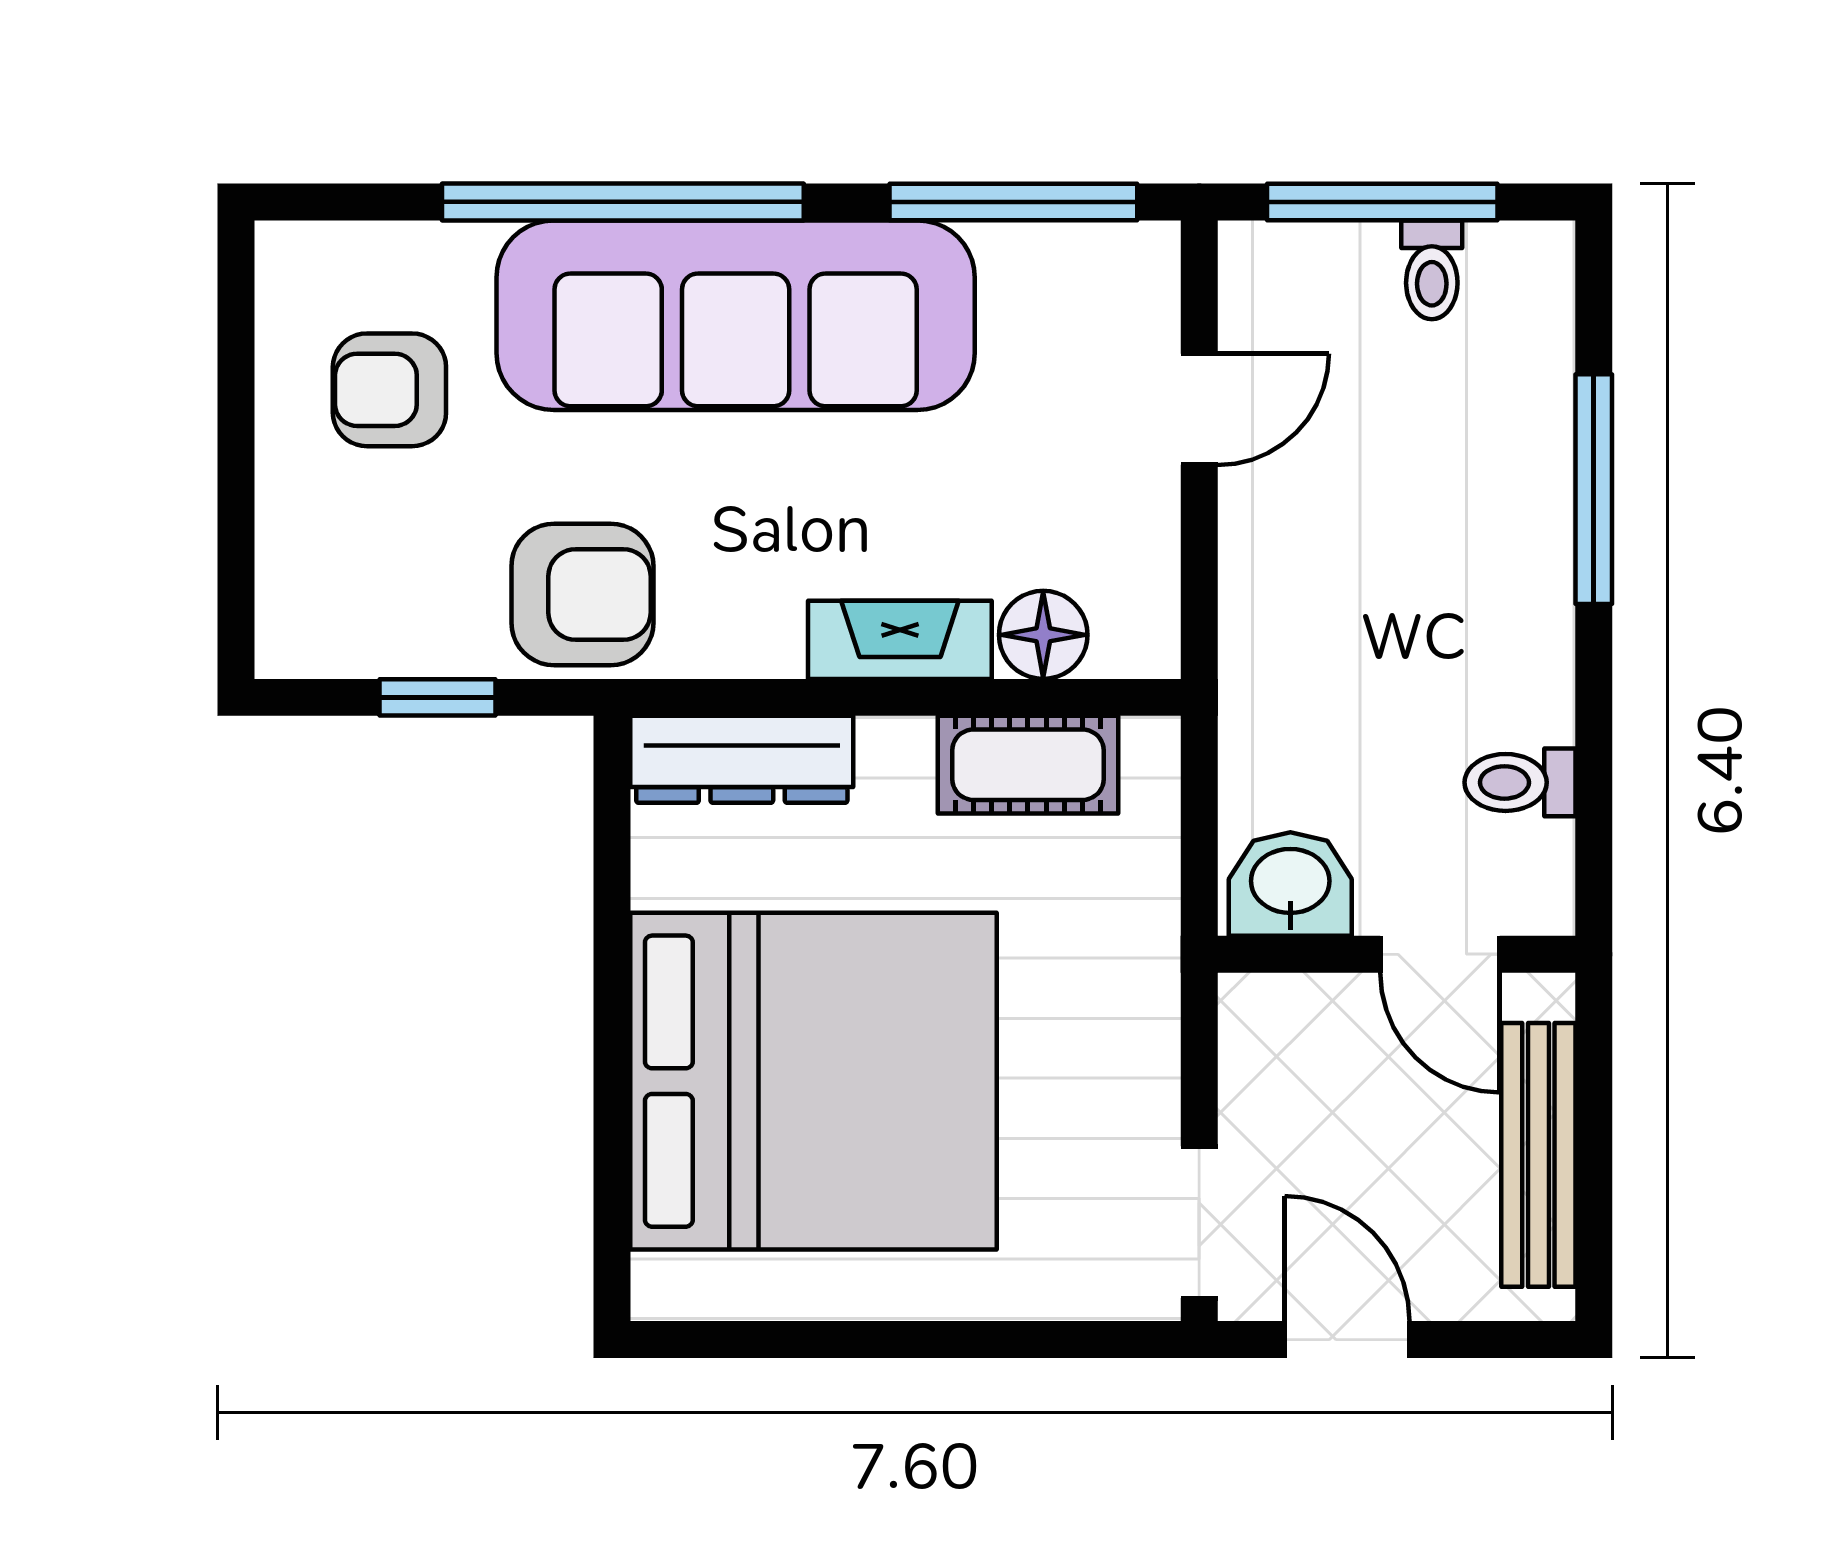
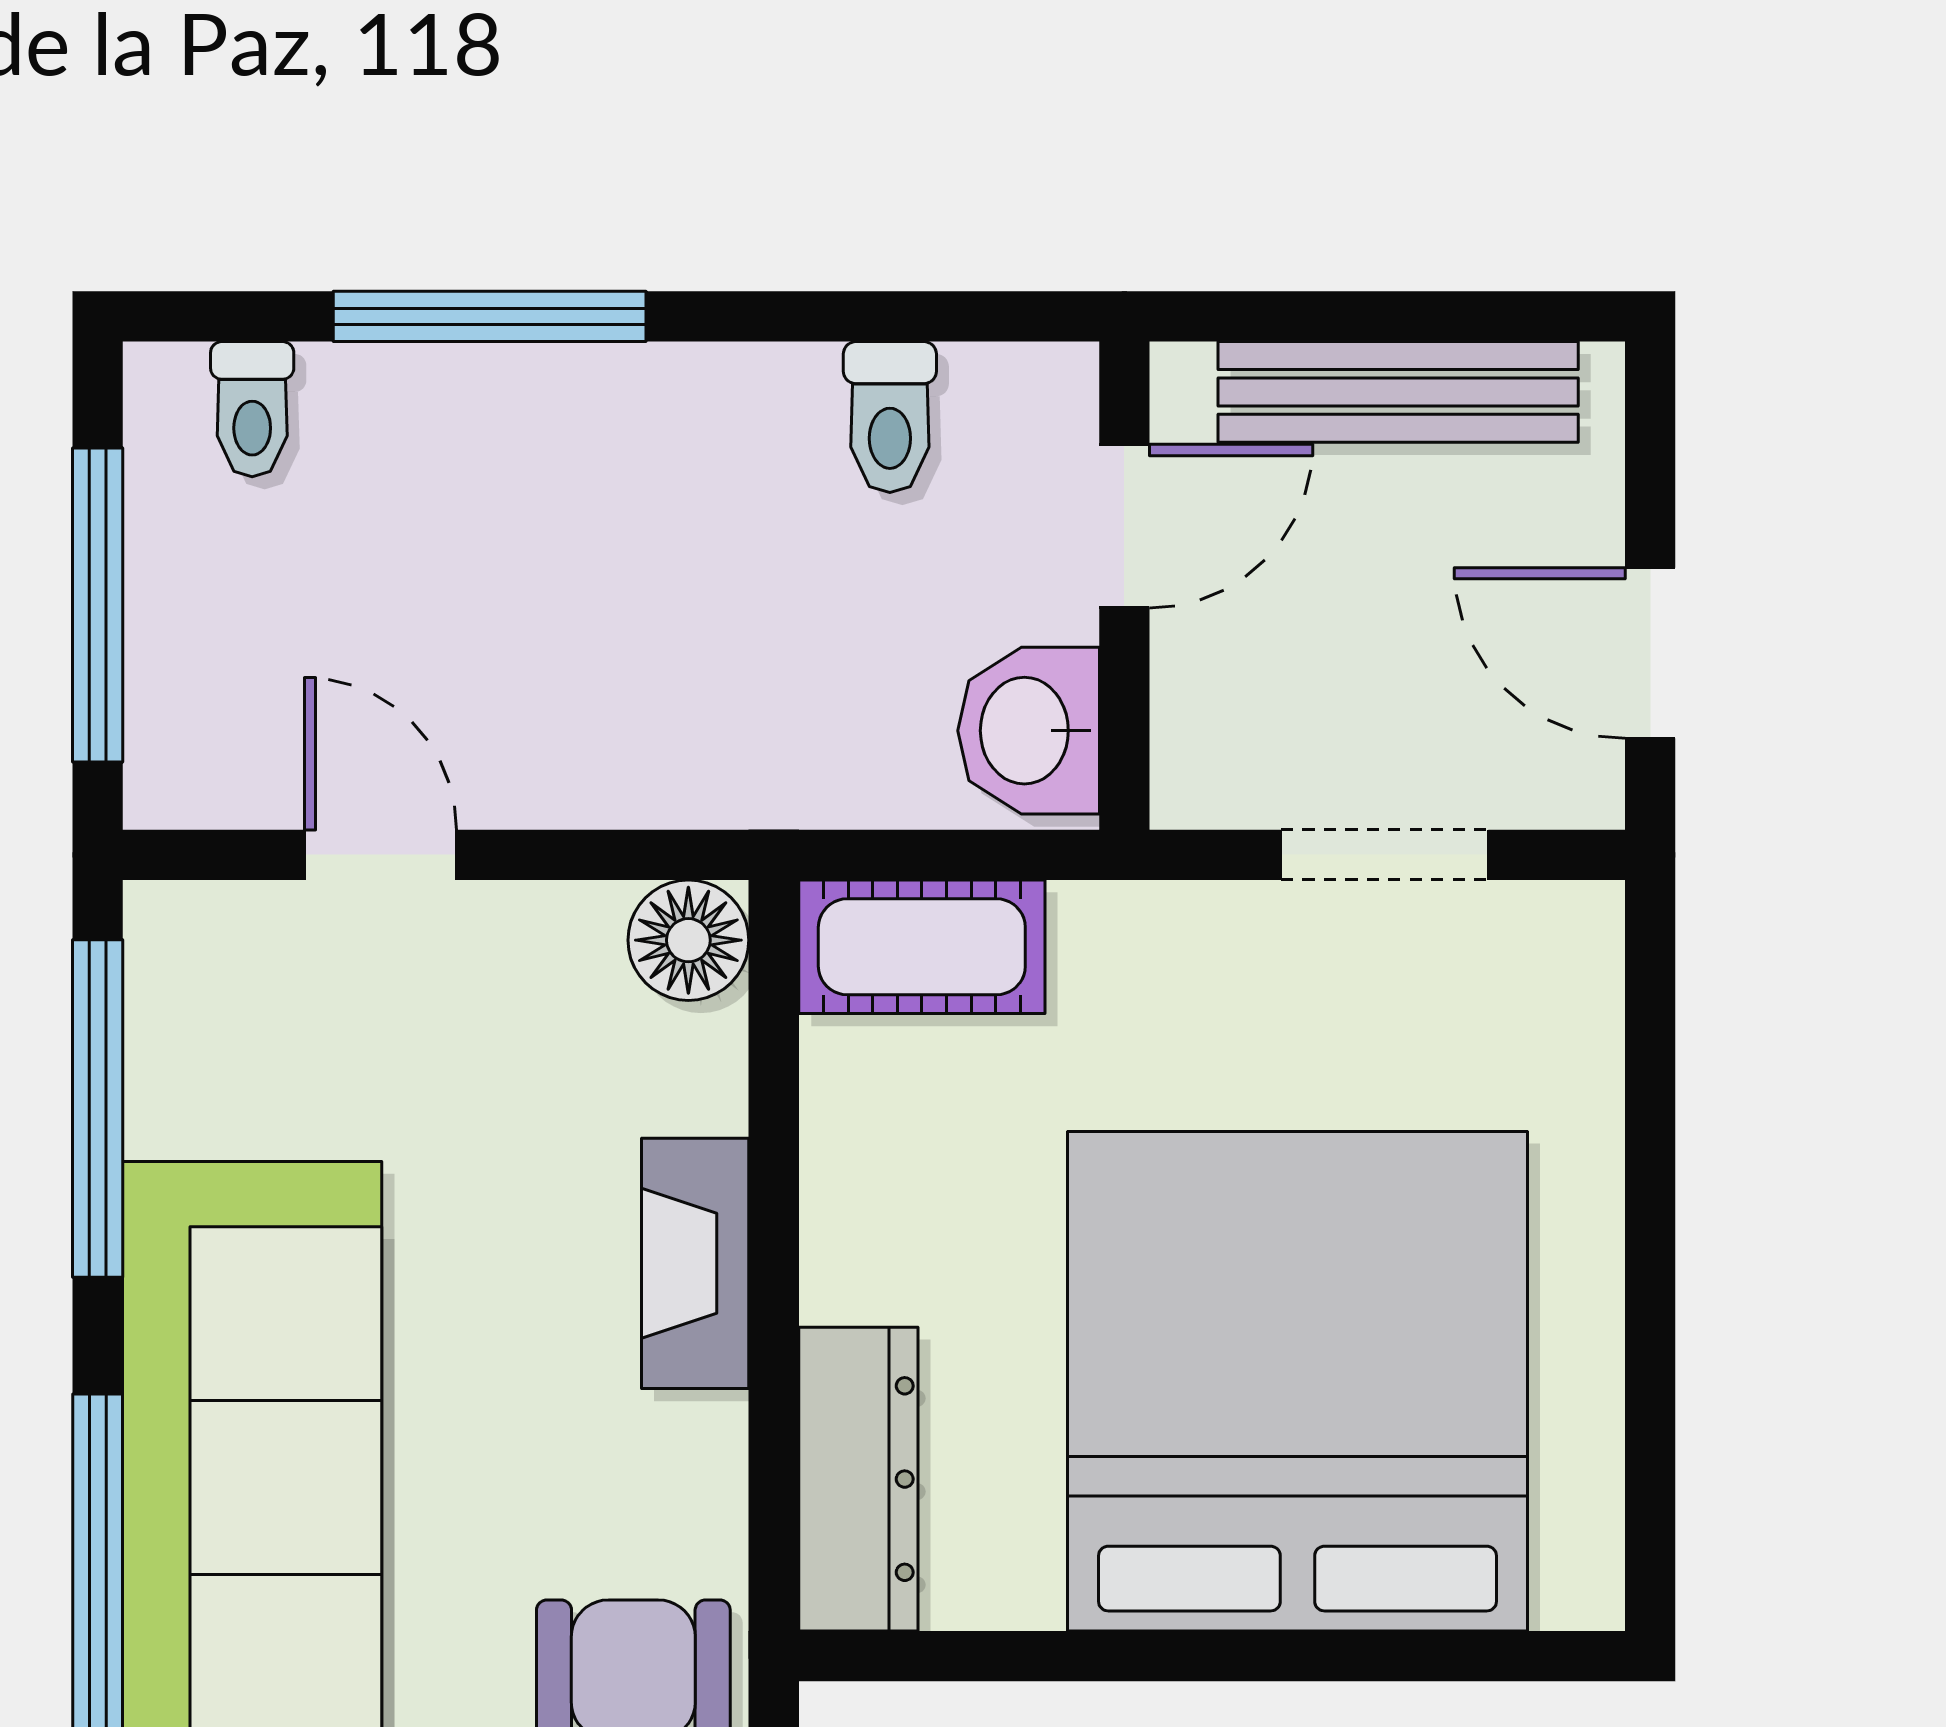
toilet: (1432, 270) -> (252, 409), moved, turned 90
floor lamp: (1043, 635) -> (688, 940), moved
cot: (1028, 765) -> (922, 947), moved, turned 90
doorway: (1199, 1222) -> (1385, 855), moved
door: (1347, 1340) -> (1650, 653), hinge flipped

